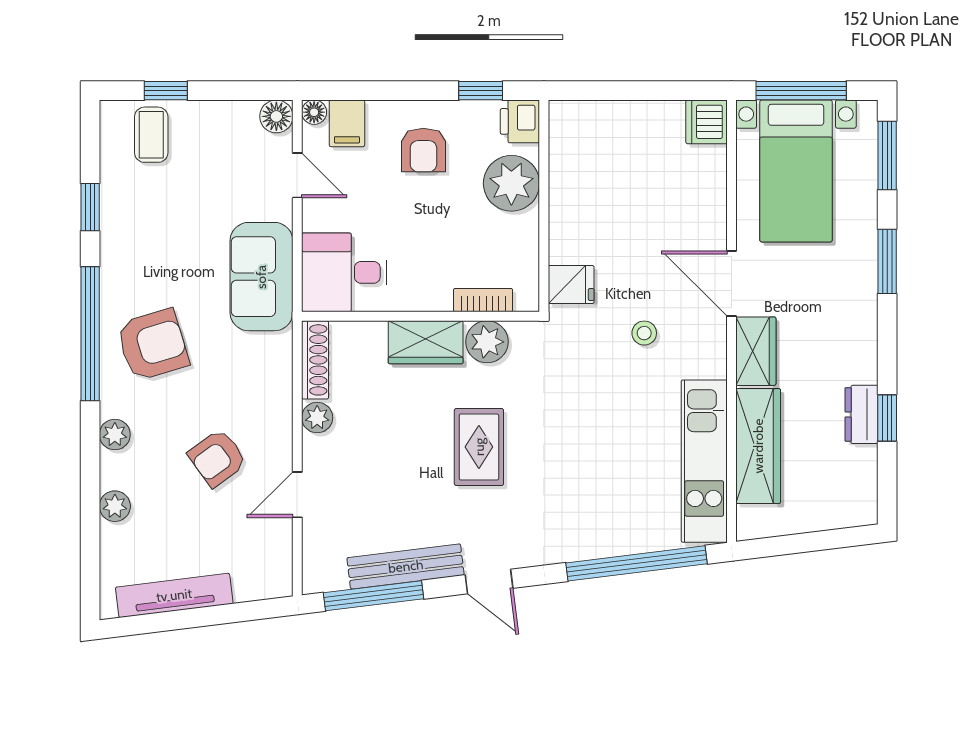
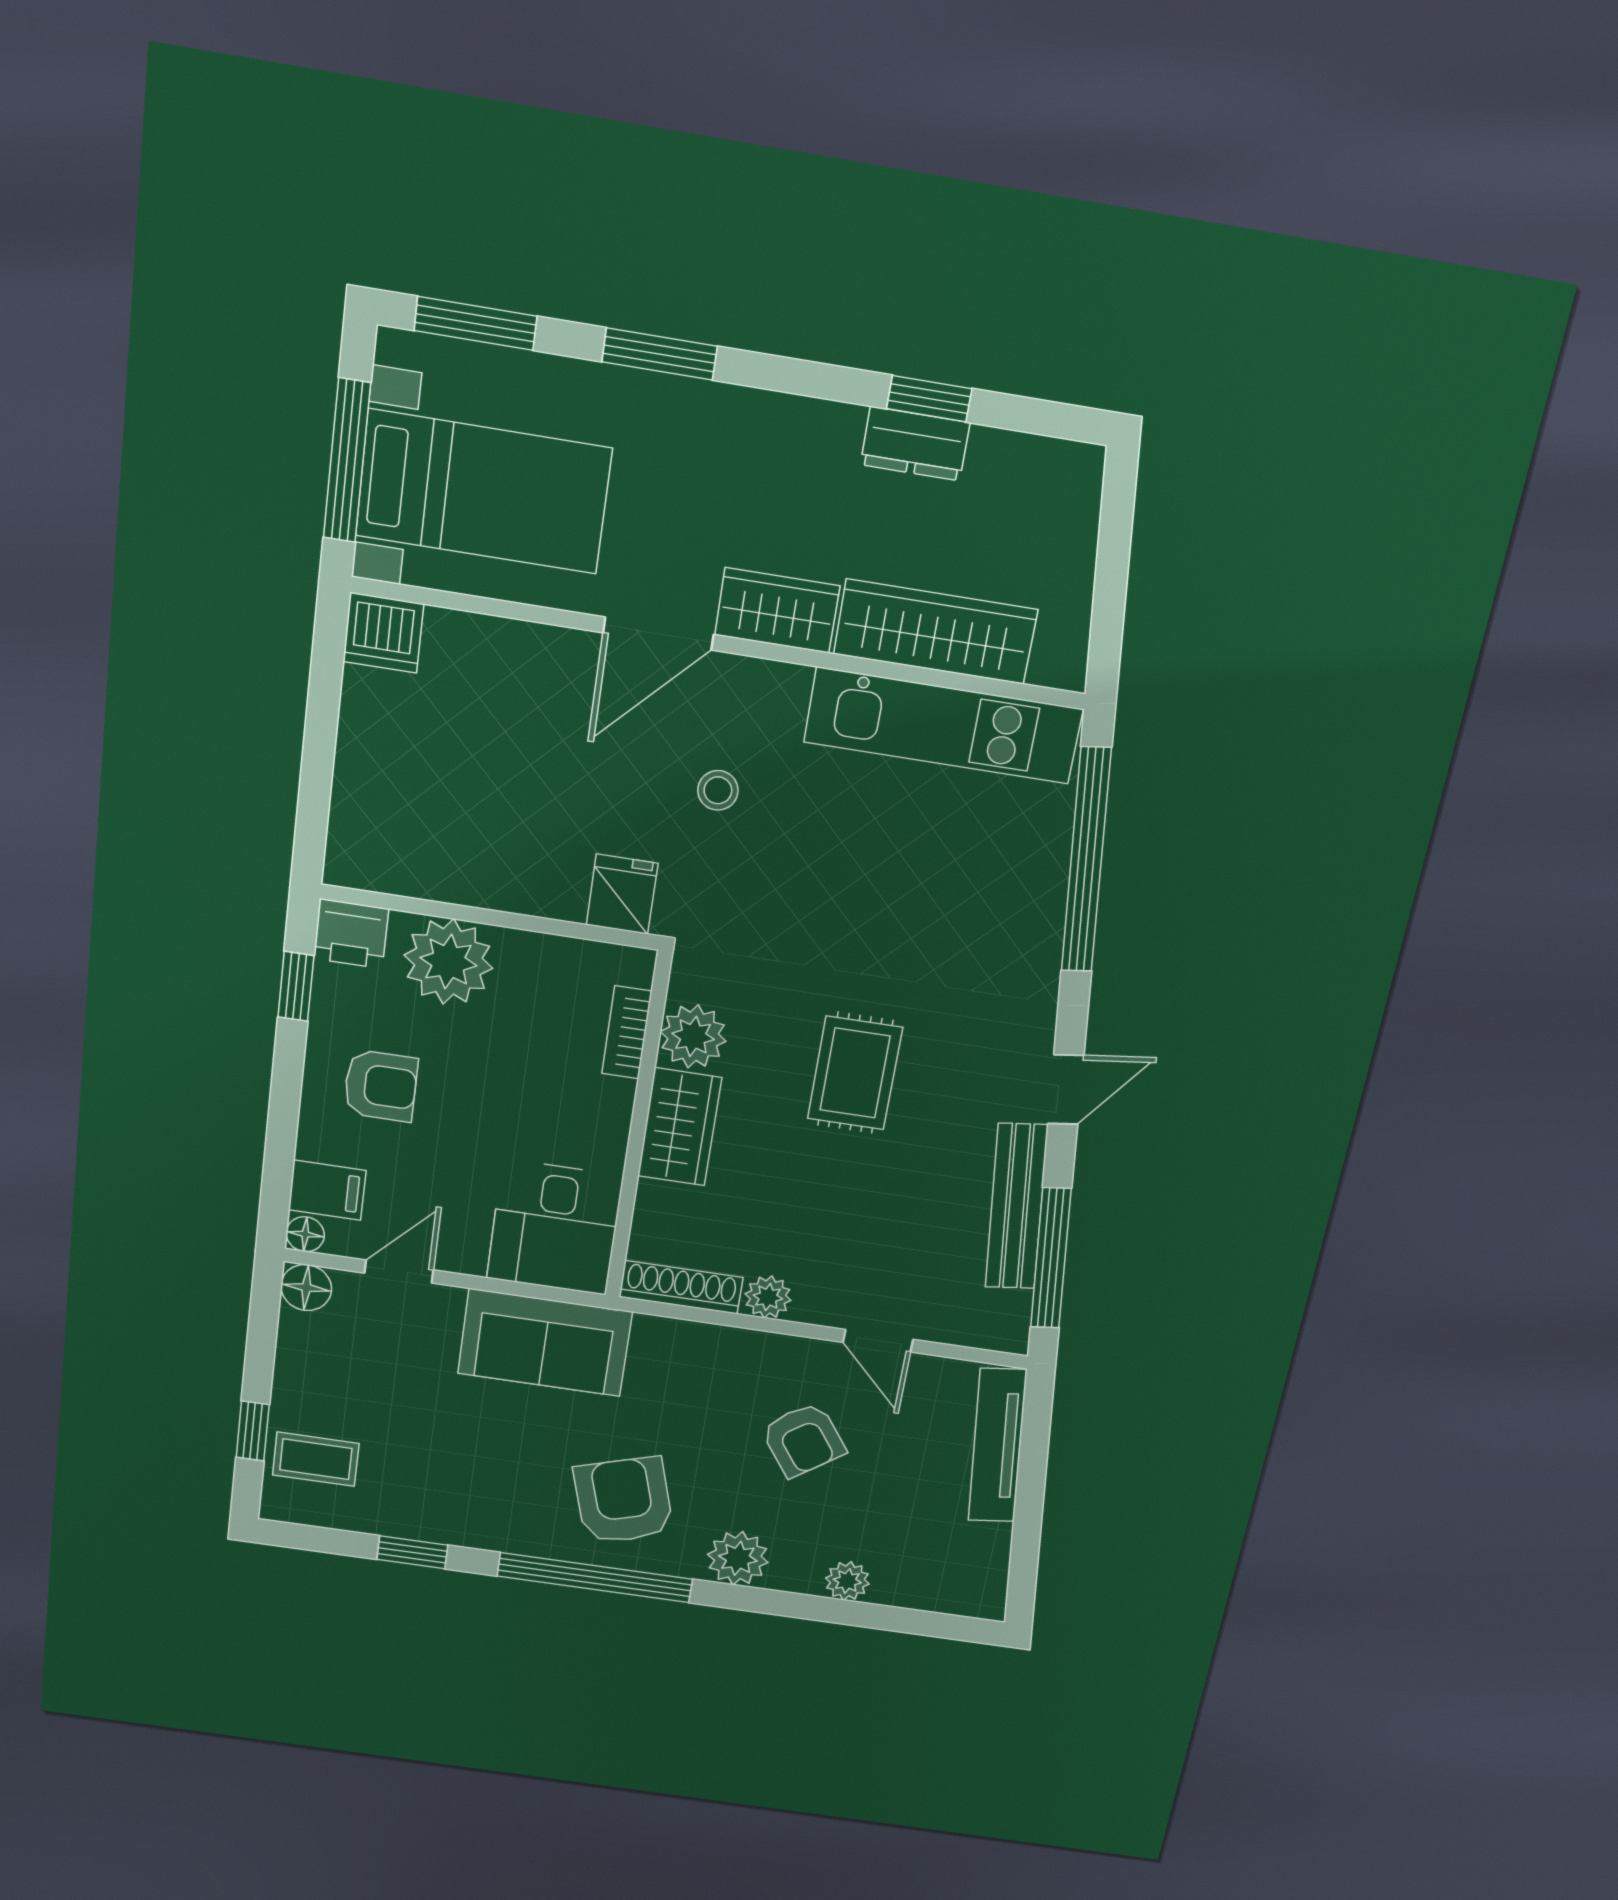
plant: (115, 435) -> (738, 1558), width x1.38, depth x1.38
rug: (479, 447) -> (855, 1073), turned 90
tv unit: (174, 595) -> (997, 1446), moved

